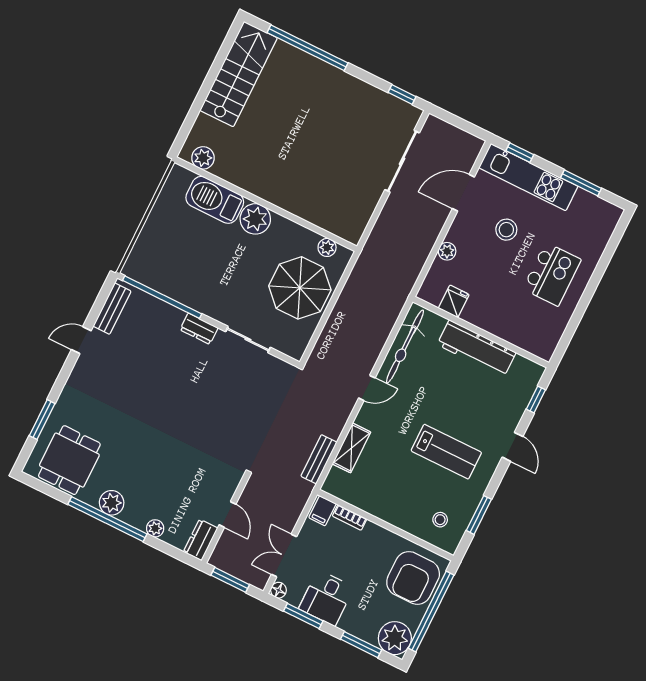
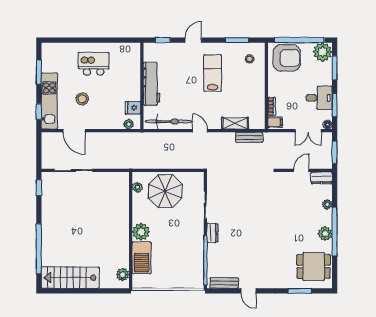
plant: (447, 251) -> (129, 124), moved

